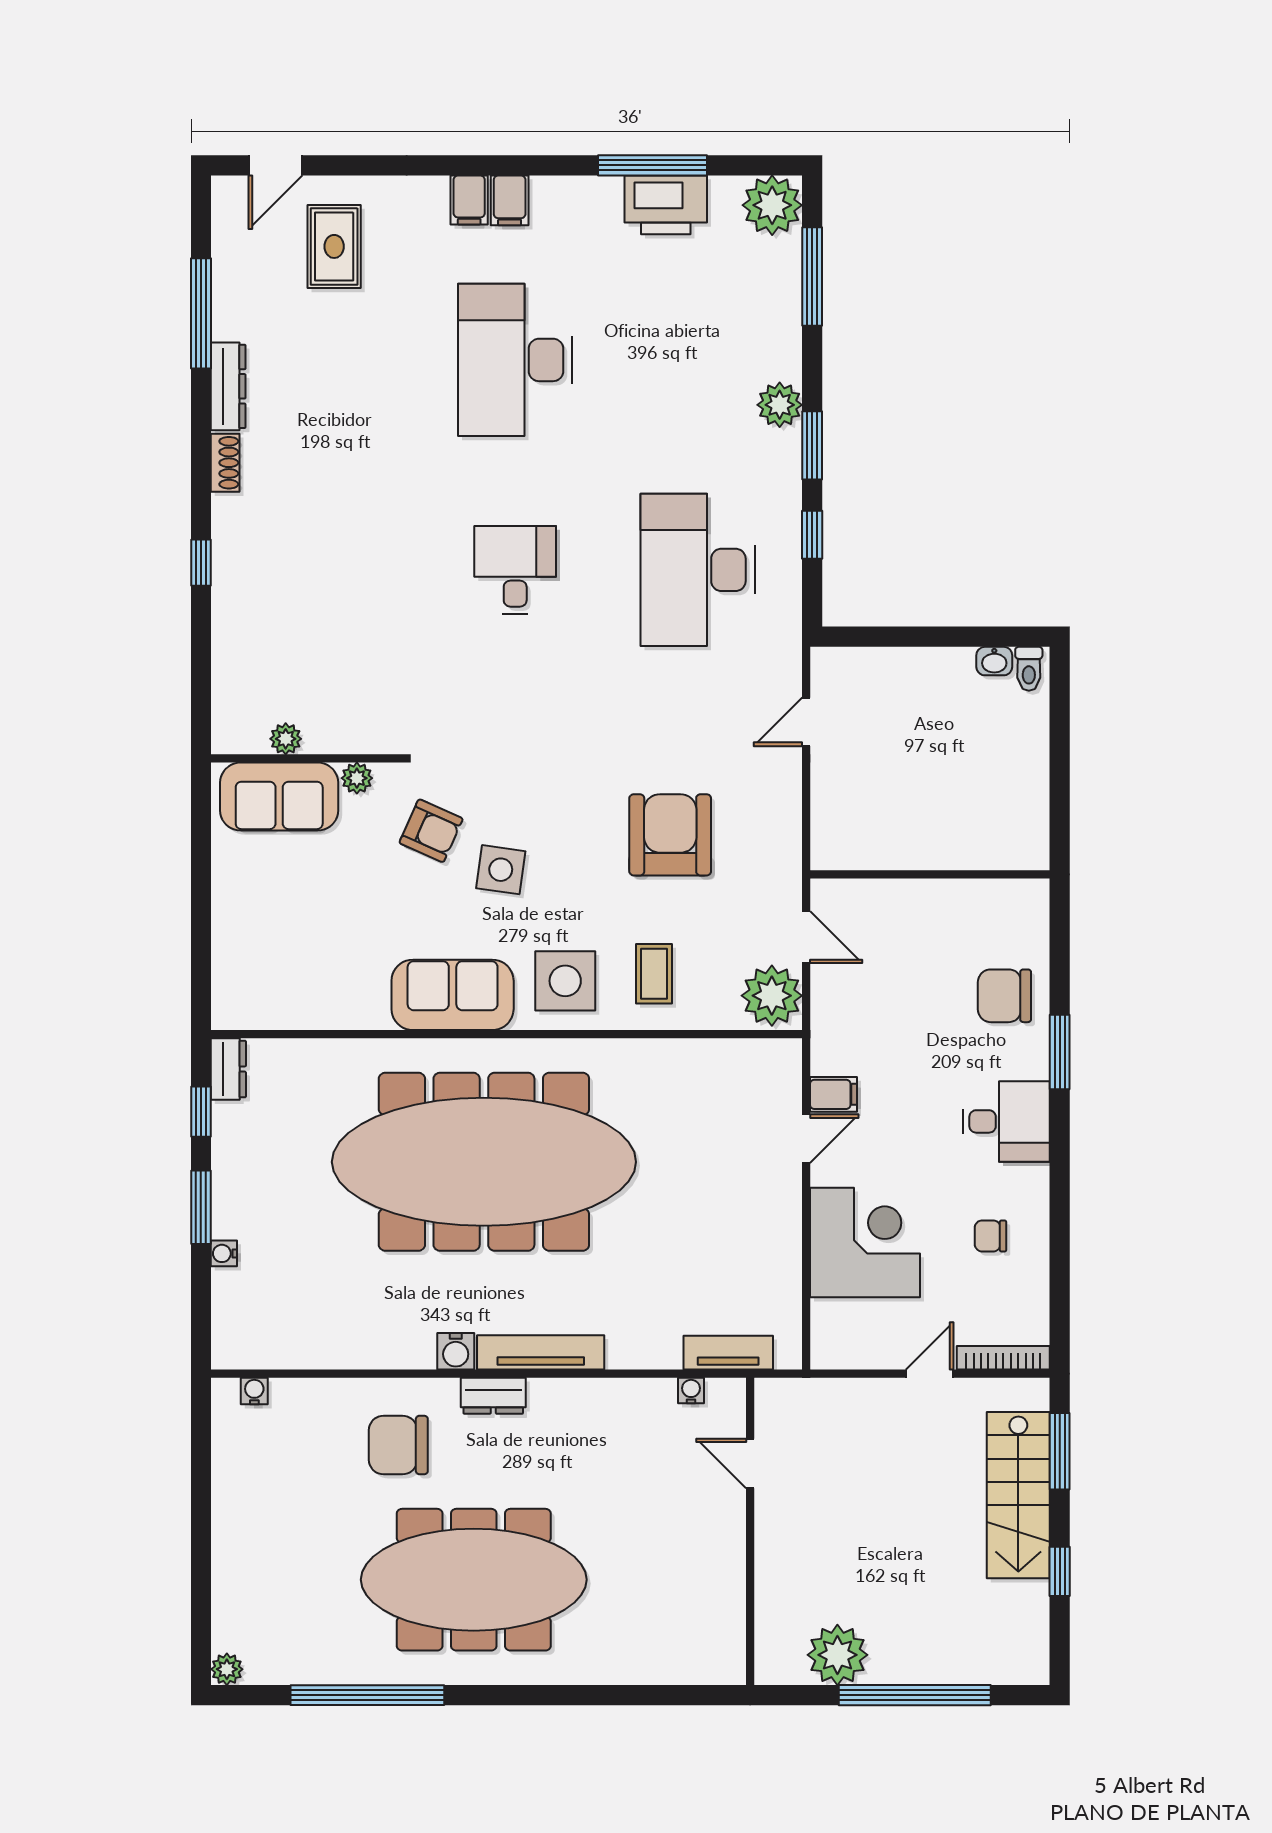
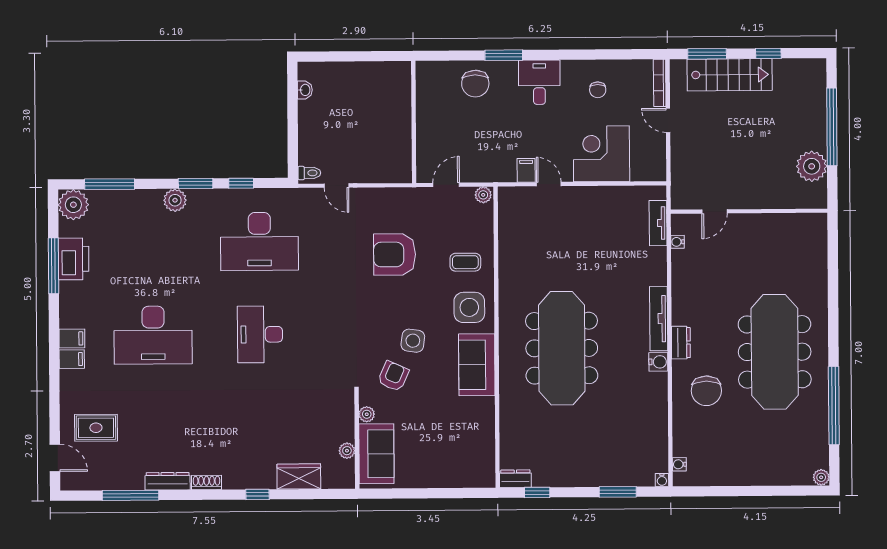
desk: (515, 570) -> (260, 334), width x1.37
wardrobe: (236, 644) -> (299, 476), added
toilet: (1029, 669) -> (309, 173), moved
plant: (772, 996) -> (483, 195), width x0.53, depth x0.53
meeting table: (484, 1162) -> (562, 348), width x0.73, depth x0.79
window: (201, 1207) -> (618, 492), moved
water cooler: (224, 1253) -> (662, 480), moved

